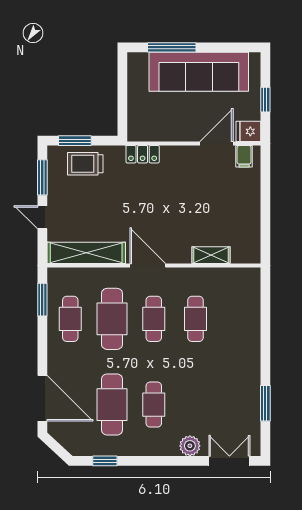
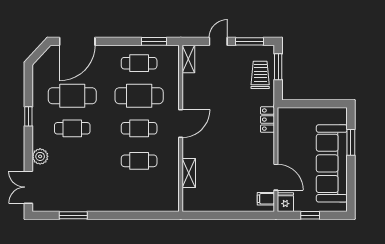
window: (172, 47) -> (351, 142), width x0.69
shelving: (86, 253) -> (188, 59), width x0.45, depth x0.75
window: (105, 461) -> (28, 116), moved
double door: (229, 461) -> (28, 187), swing flipped

